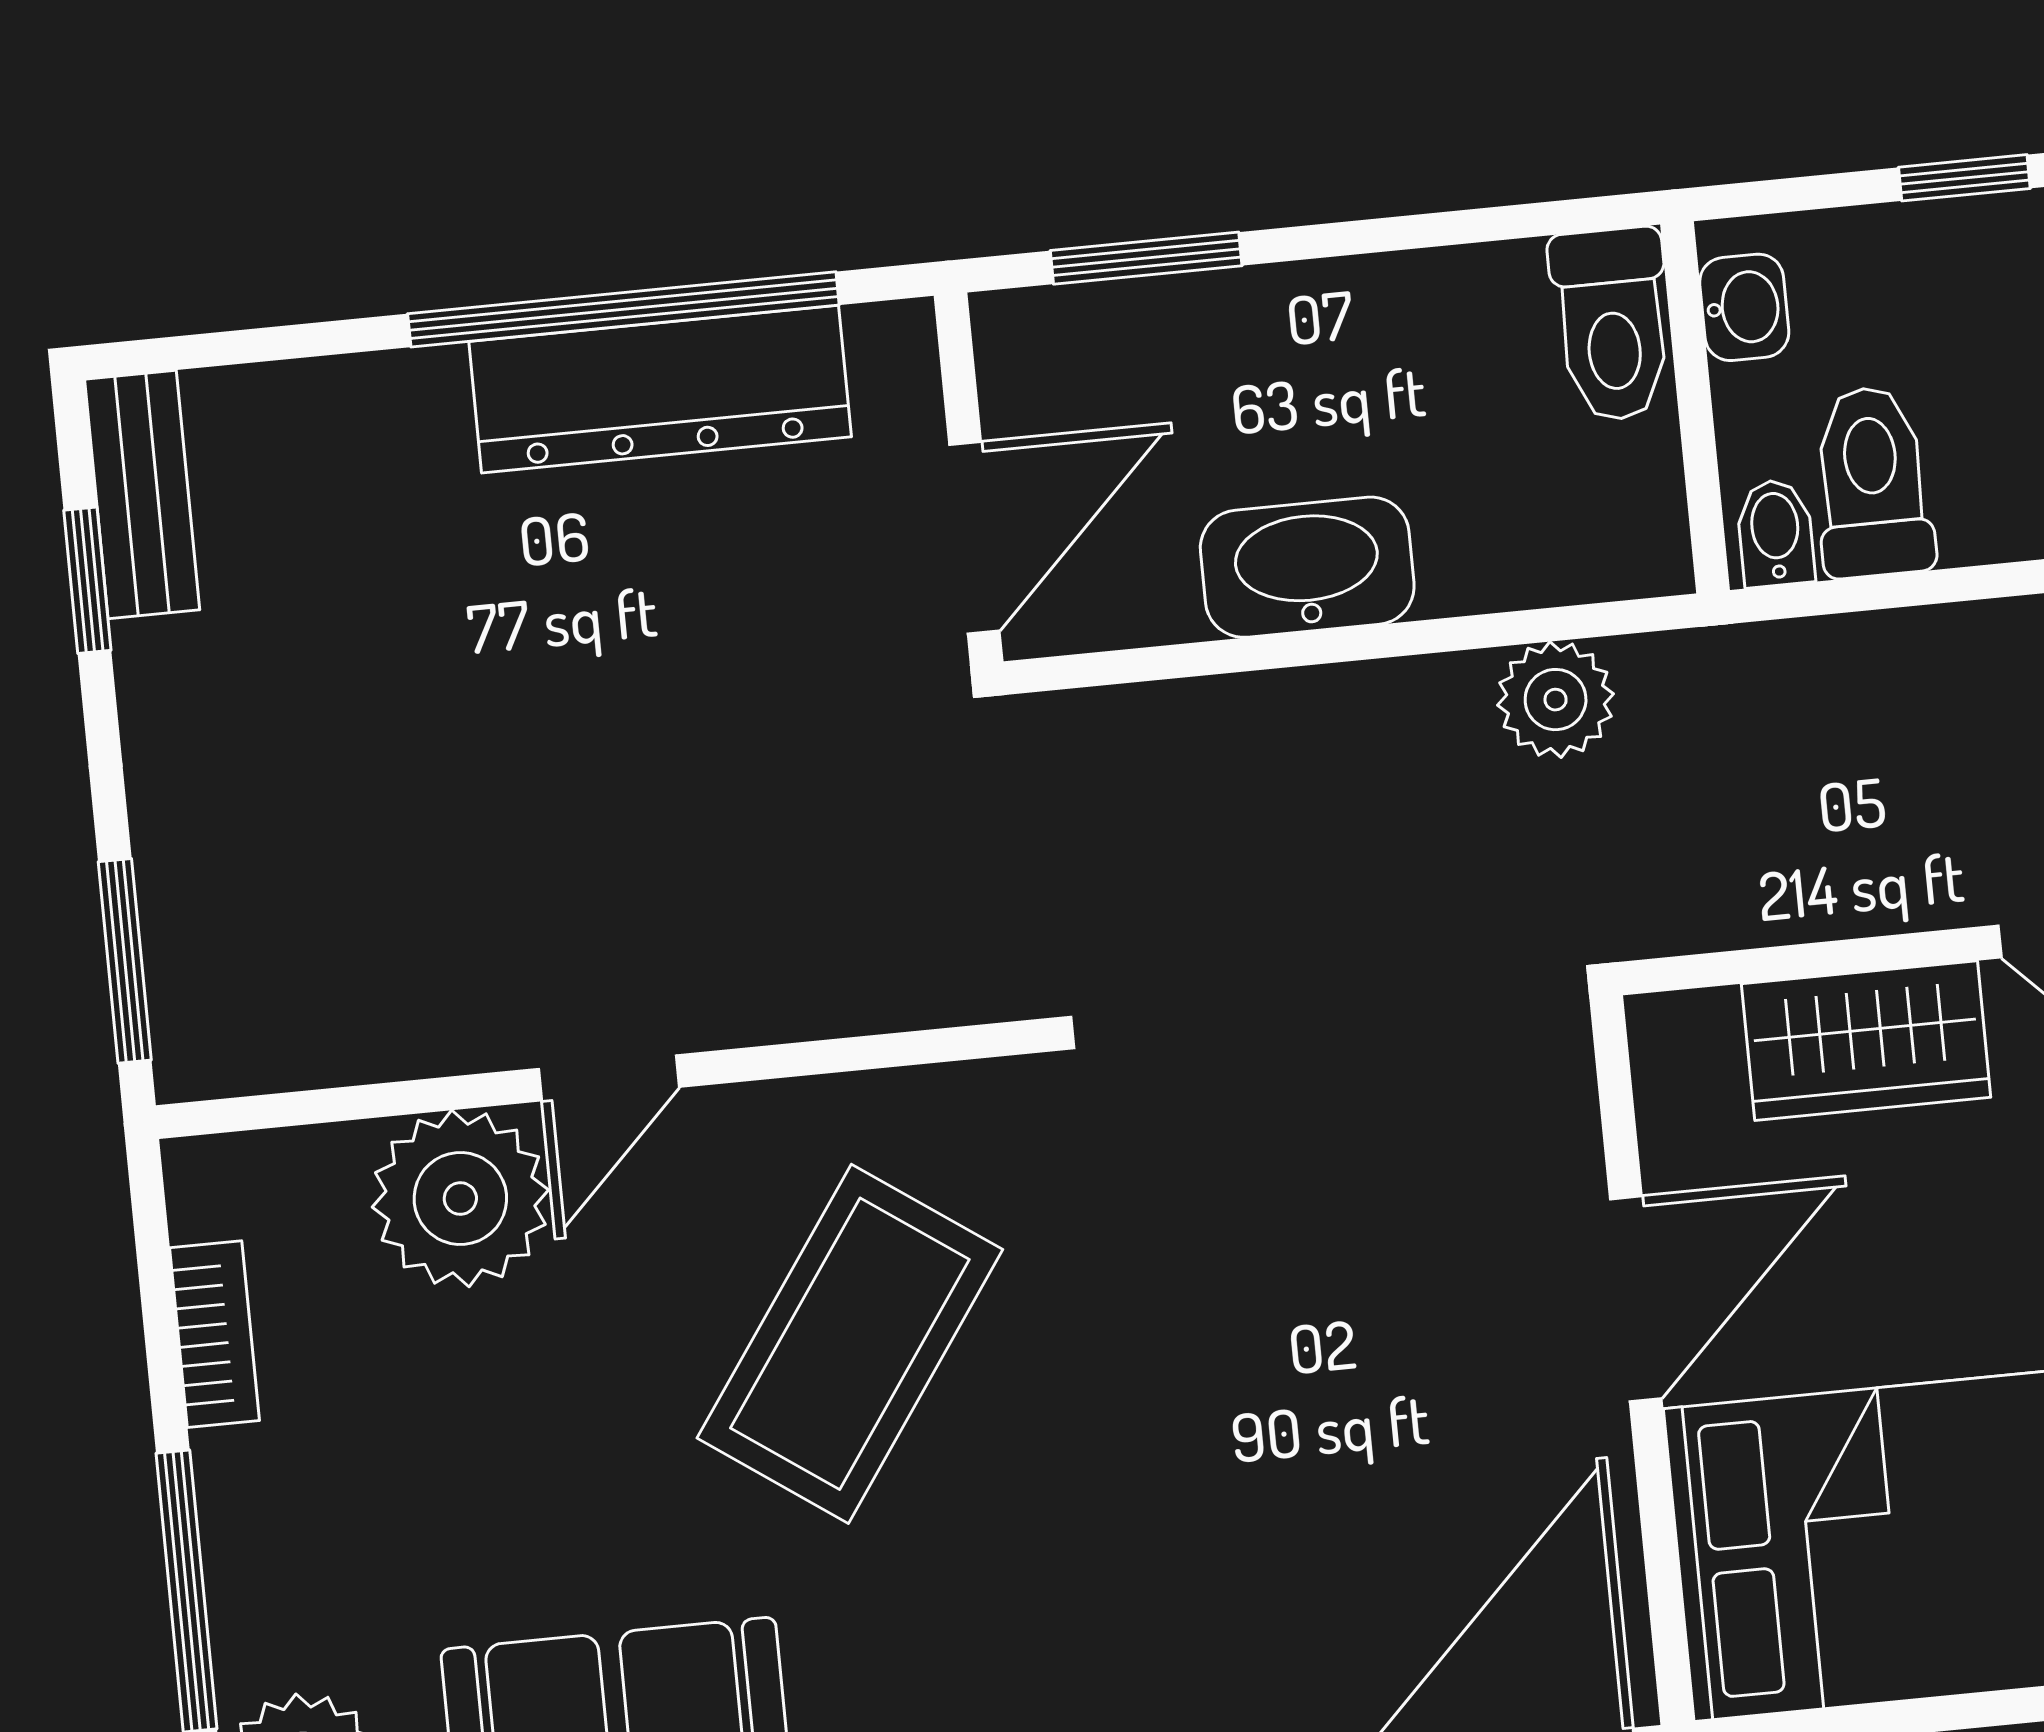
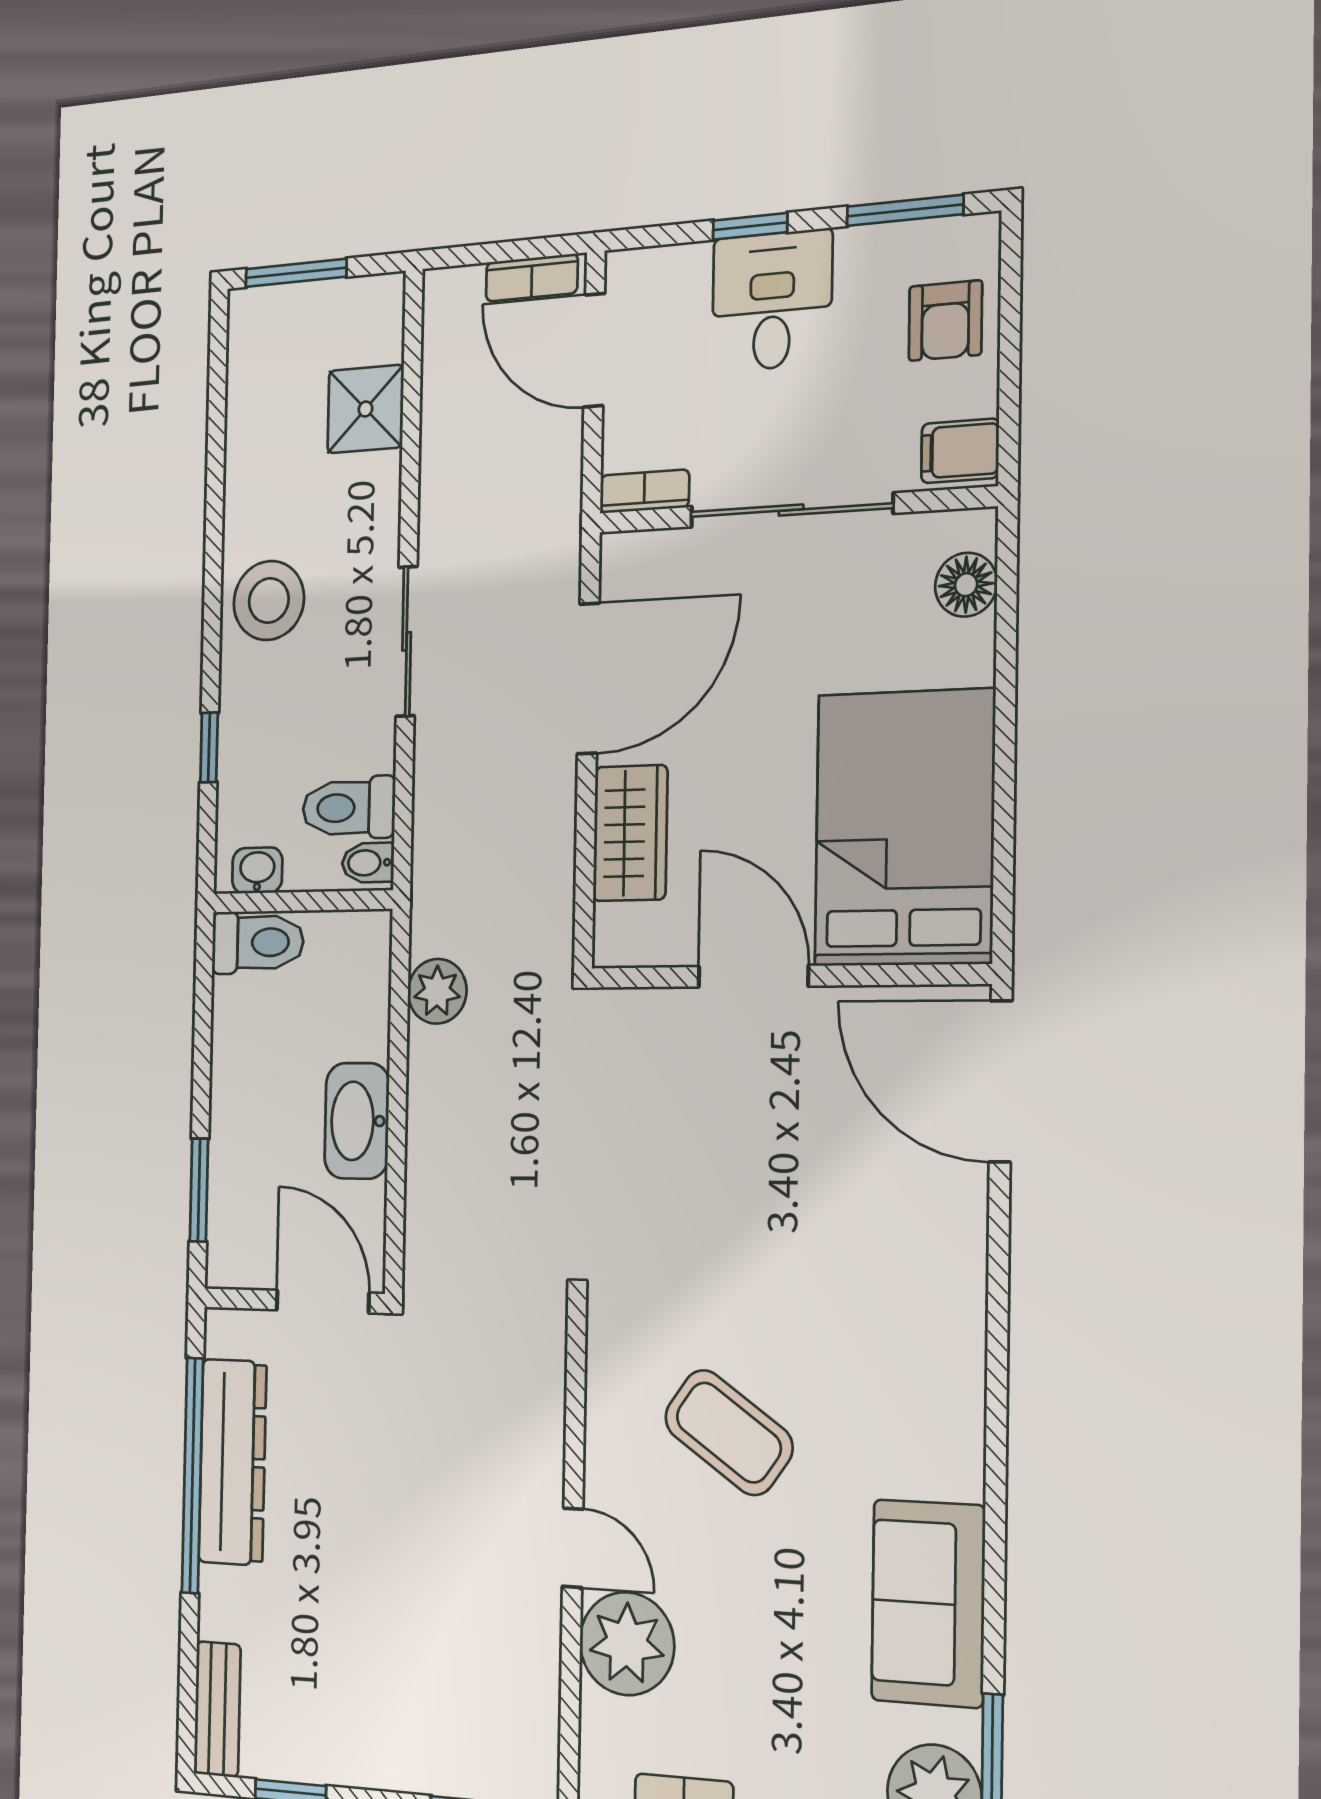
bench: (142, 495) -> (217, 1709), moved, turned 90
coffee table: (850, 1344) -> (729, 1432), width x0.73, depth x0.76

